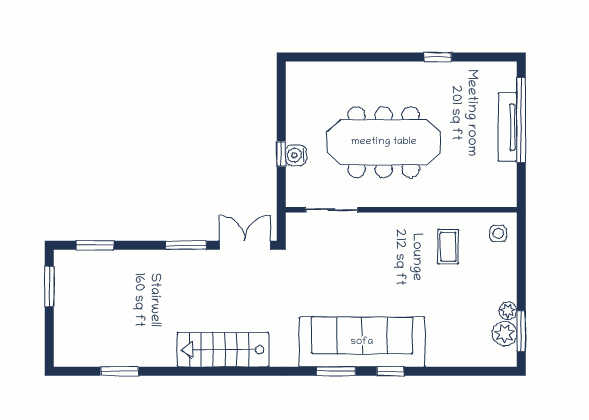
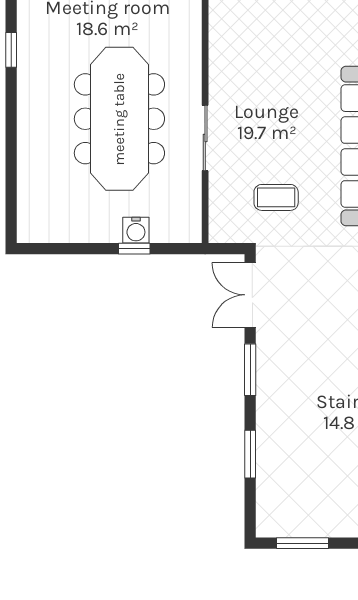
sliding door: (332, 210) -> (205, 138), moved
window: (95, 245) -> (250, 454), moved
coffee table: (448, 247) -> (276, 197), moved

